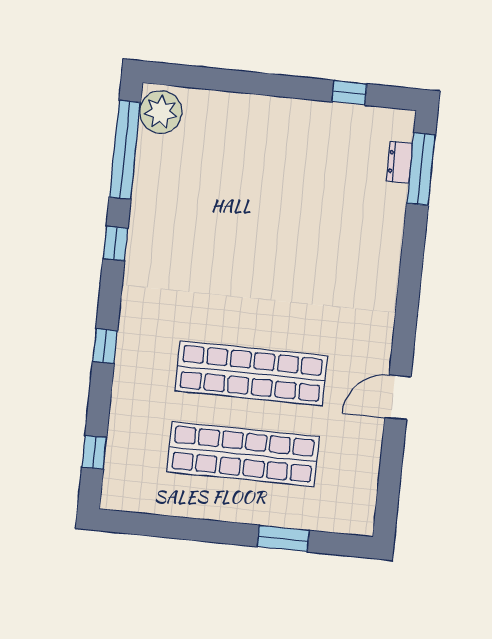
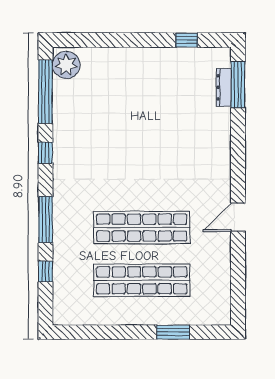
dresser: (400, 162) -> (224, 87), width x1.44
window: (105, 346) -> (45, 220), width x2.17
door: (398, 397) -> (238, 217), moved
window: (94, 452) -> (45, 272), moved

